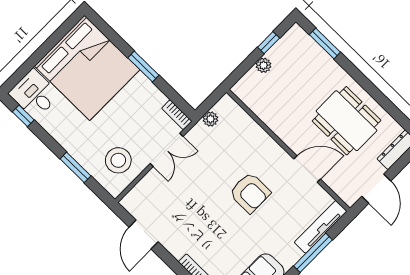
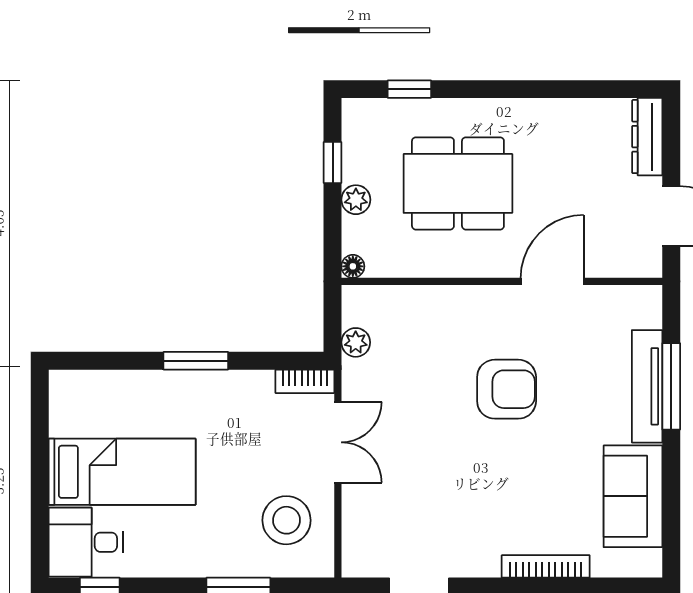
window: (325, 43) -> (409, 89), width x0.67
bed: (87, 68) -> (122, 472), width x0.49
floor lamp: (238, 89) -> (353, 266), added
dining table: (347, 121) -> (458, 183), moved
tv unit: (321, 227) -> (647, 386), moved

